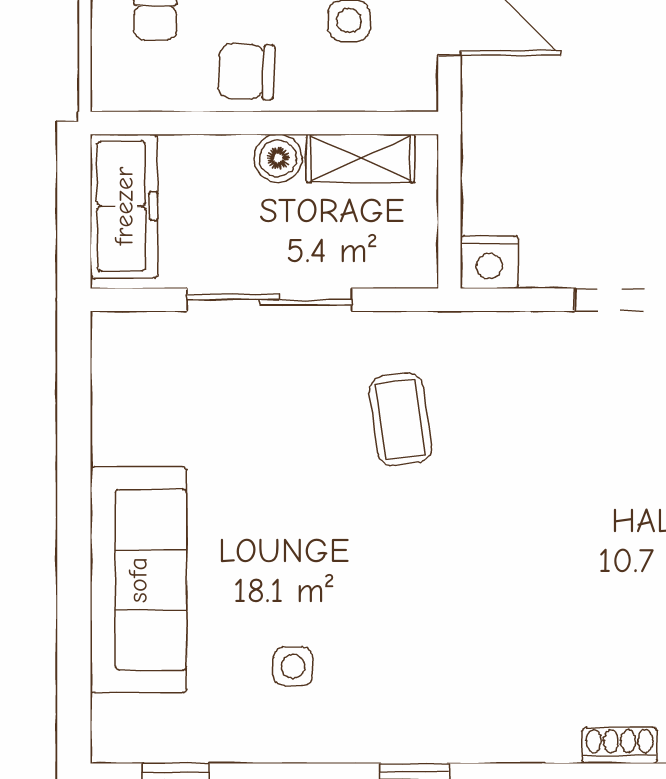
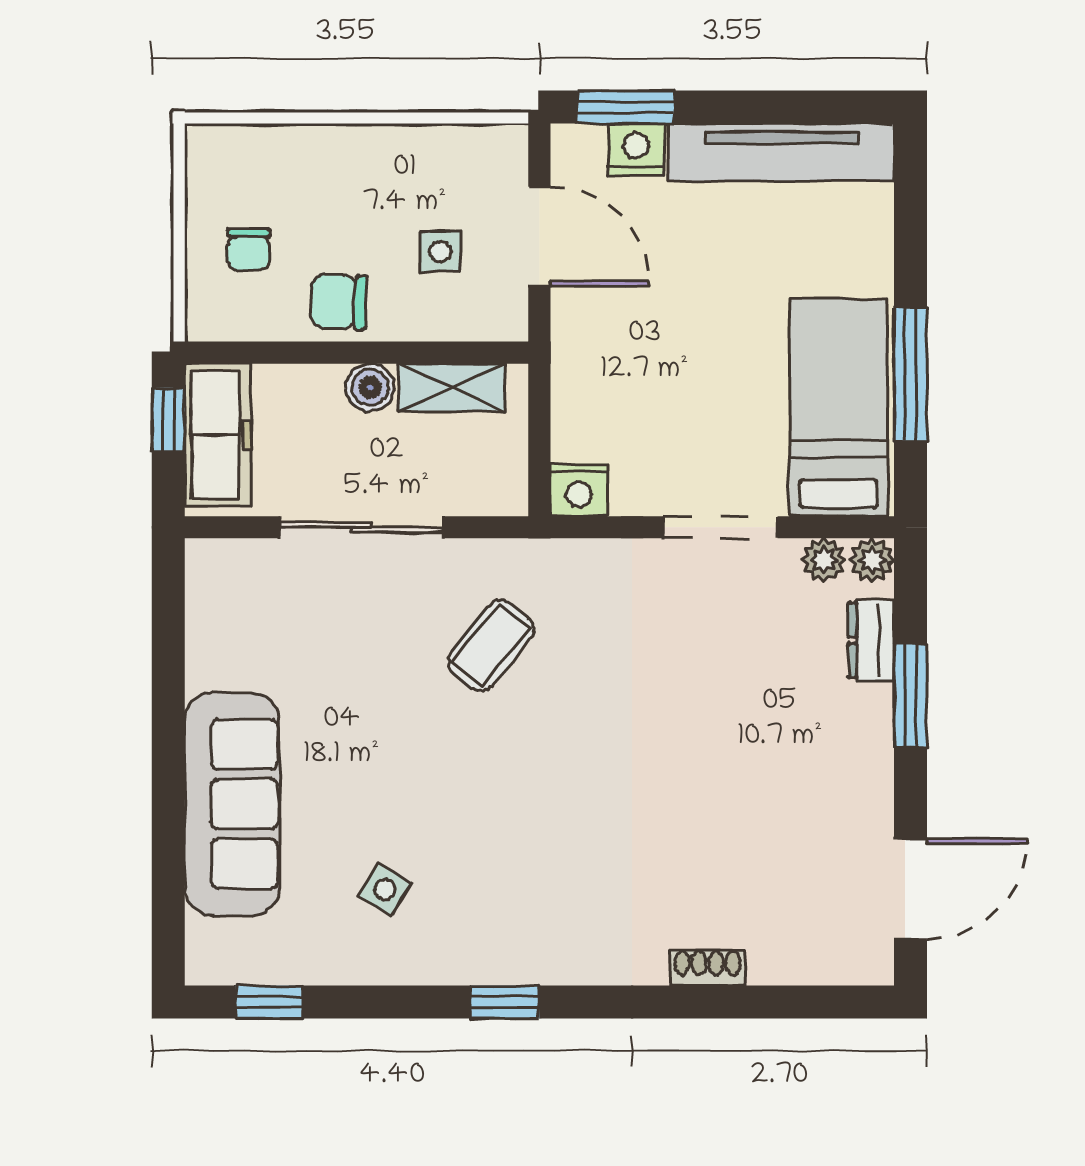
window: (74, 191) -> (168, 420), added
coffee table: (400, 419) -> (491, 646), turned 47
side table: (293, 666) -> (385, 890), turned 30

